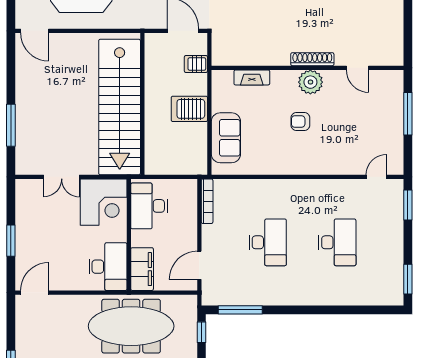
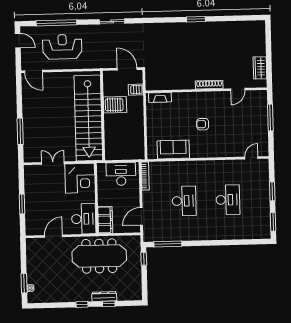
wardrobe: (394, 35) -> (260, 68), added
door: (357, 68) -> (238, 89), hinge flipped
fireplace: (252, 77) -> (160, 97), moved
plant: (310, 82) -> (208, 99), removed
server rack: (189, 109) -> (115, 105), moved, turned 180
sofa: (226, 138) -> (173, 149), moved, turned -90
double door: (62, 177) -> (53, 163), swing flipped
window: (408, 205) -> (272, 191), moved
desk: (149, 206) -> (121, 174), moved, turned 90
door: (35, 293) -> (53, 236), moved

